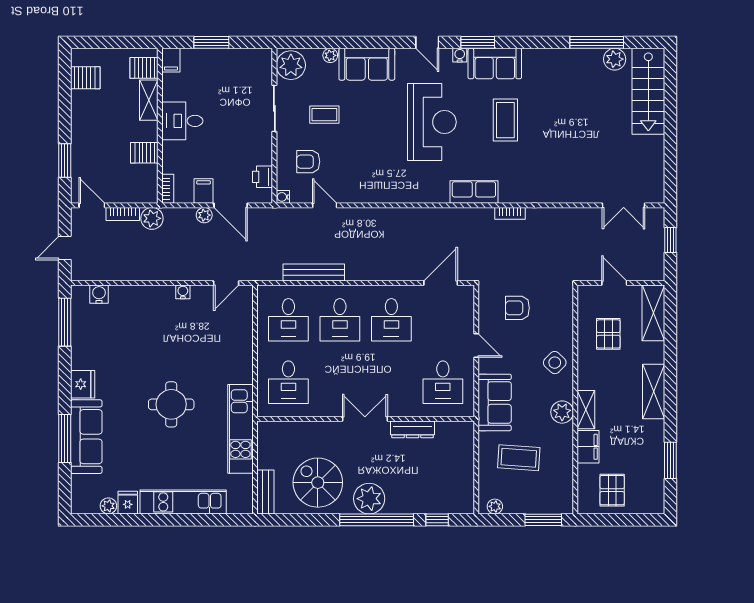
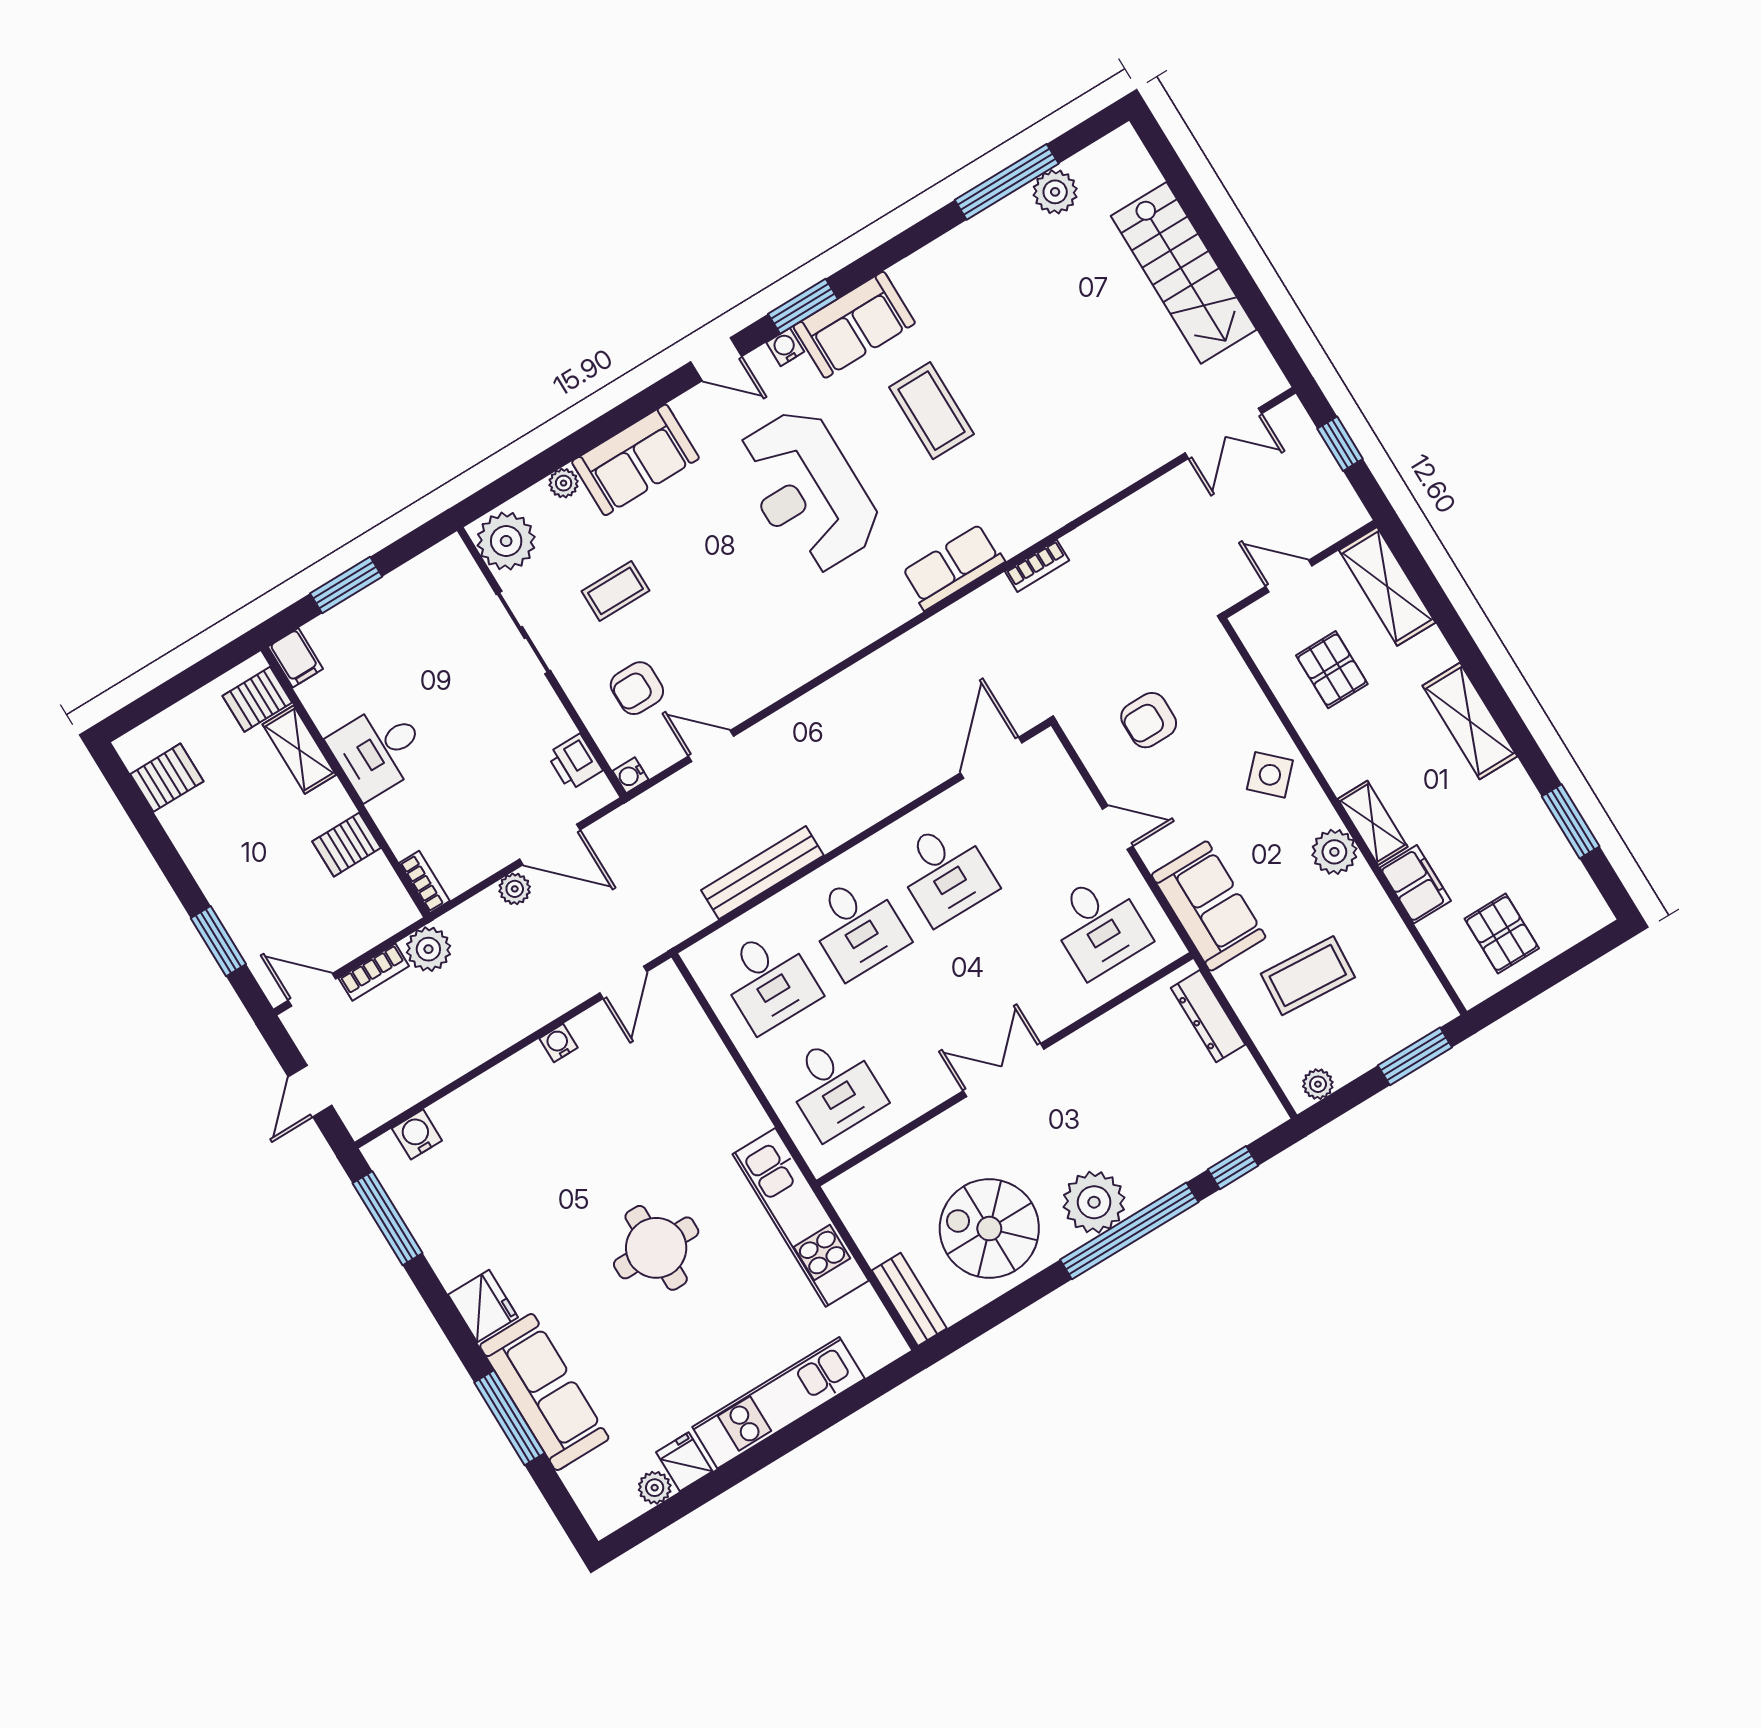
stairs: (648, 91) -> (1184, 273), moved
reception desk: (432, 122) -> (807, 491), turned 180
filing cabinet: (203, 191) -> (488, 848), removed
dresser: (413, 429) -> (1208, 1016), moved, turned 90

